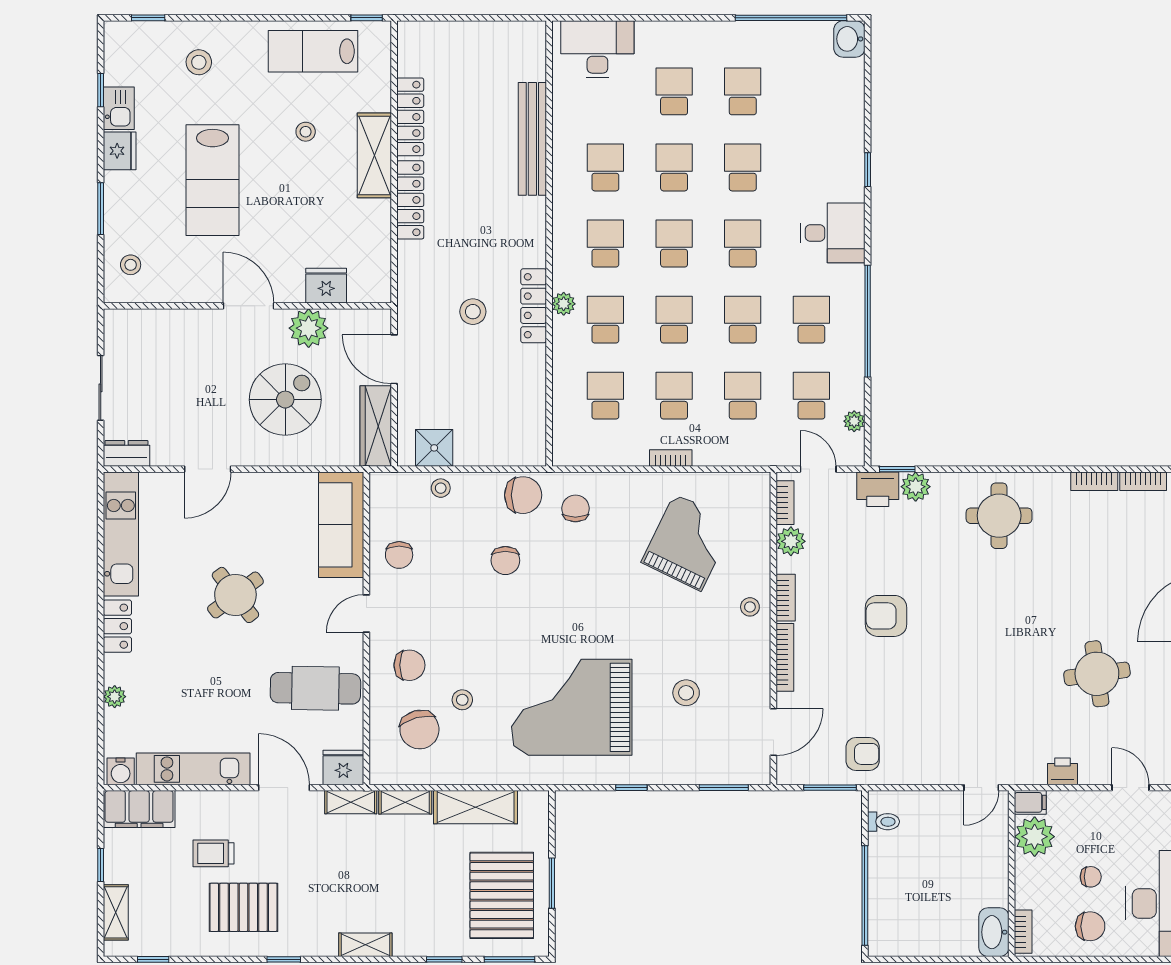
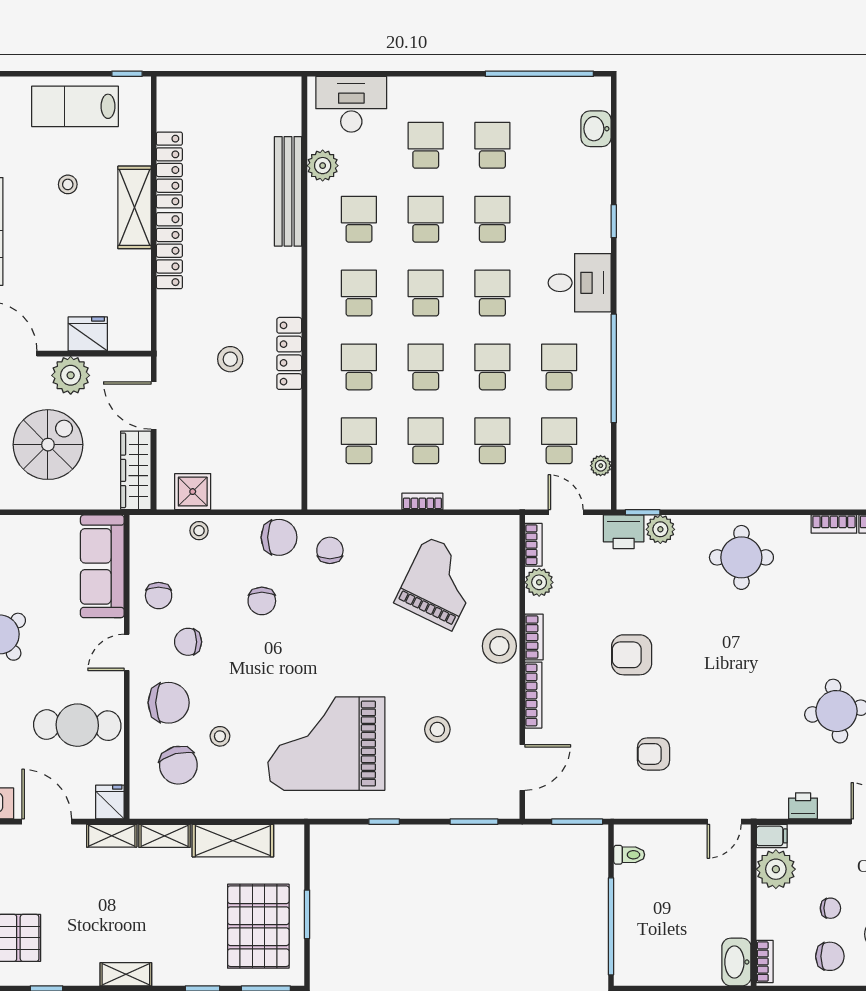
washbasin: (849, 39) -> (596, 129), moved
plant: (564, 304) -> (323, 166), moved, width x1.38, depth x1.38
chair: (429, 603) -> (188, 642), added
stool: (750, 607) -> (499, 646), width x1.89, depth x1.89
chair: (409, 665) -> (169, 703), width x1.37, depth x1.37
armchair: (863, 754) -> (654, 754), moved, turned 180
fridge: (343, 767) -> (110, 802), width x0.72

